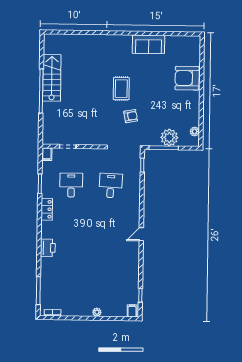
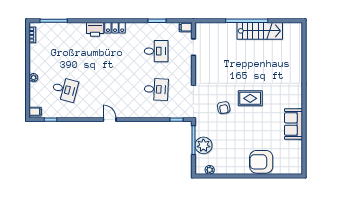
armchair: (187, 78) -> (261, 162), turned -90
locker: (47, 209) -> (115, 28), moved
desk: (109, 280) -> (65, 89), added

